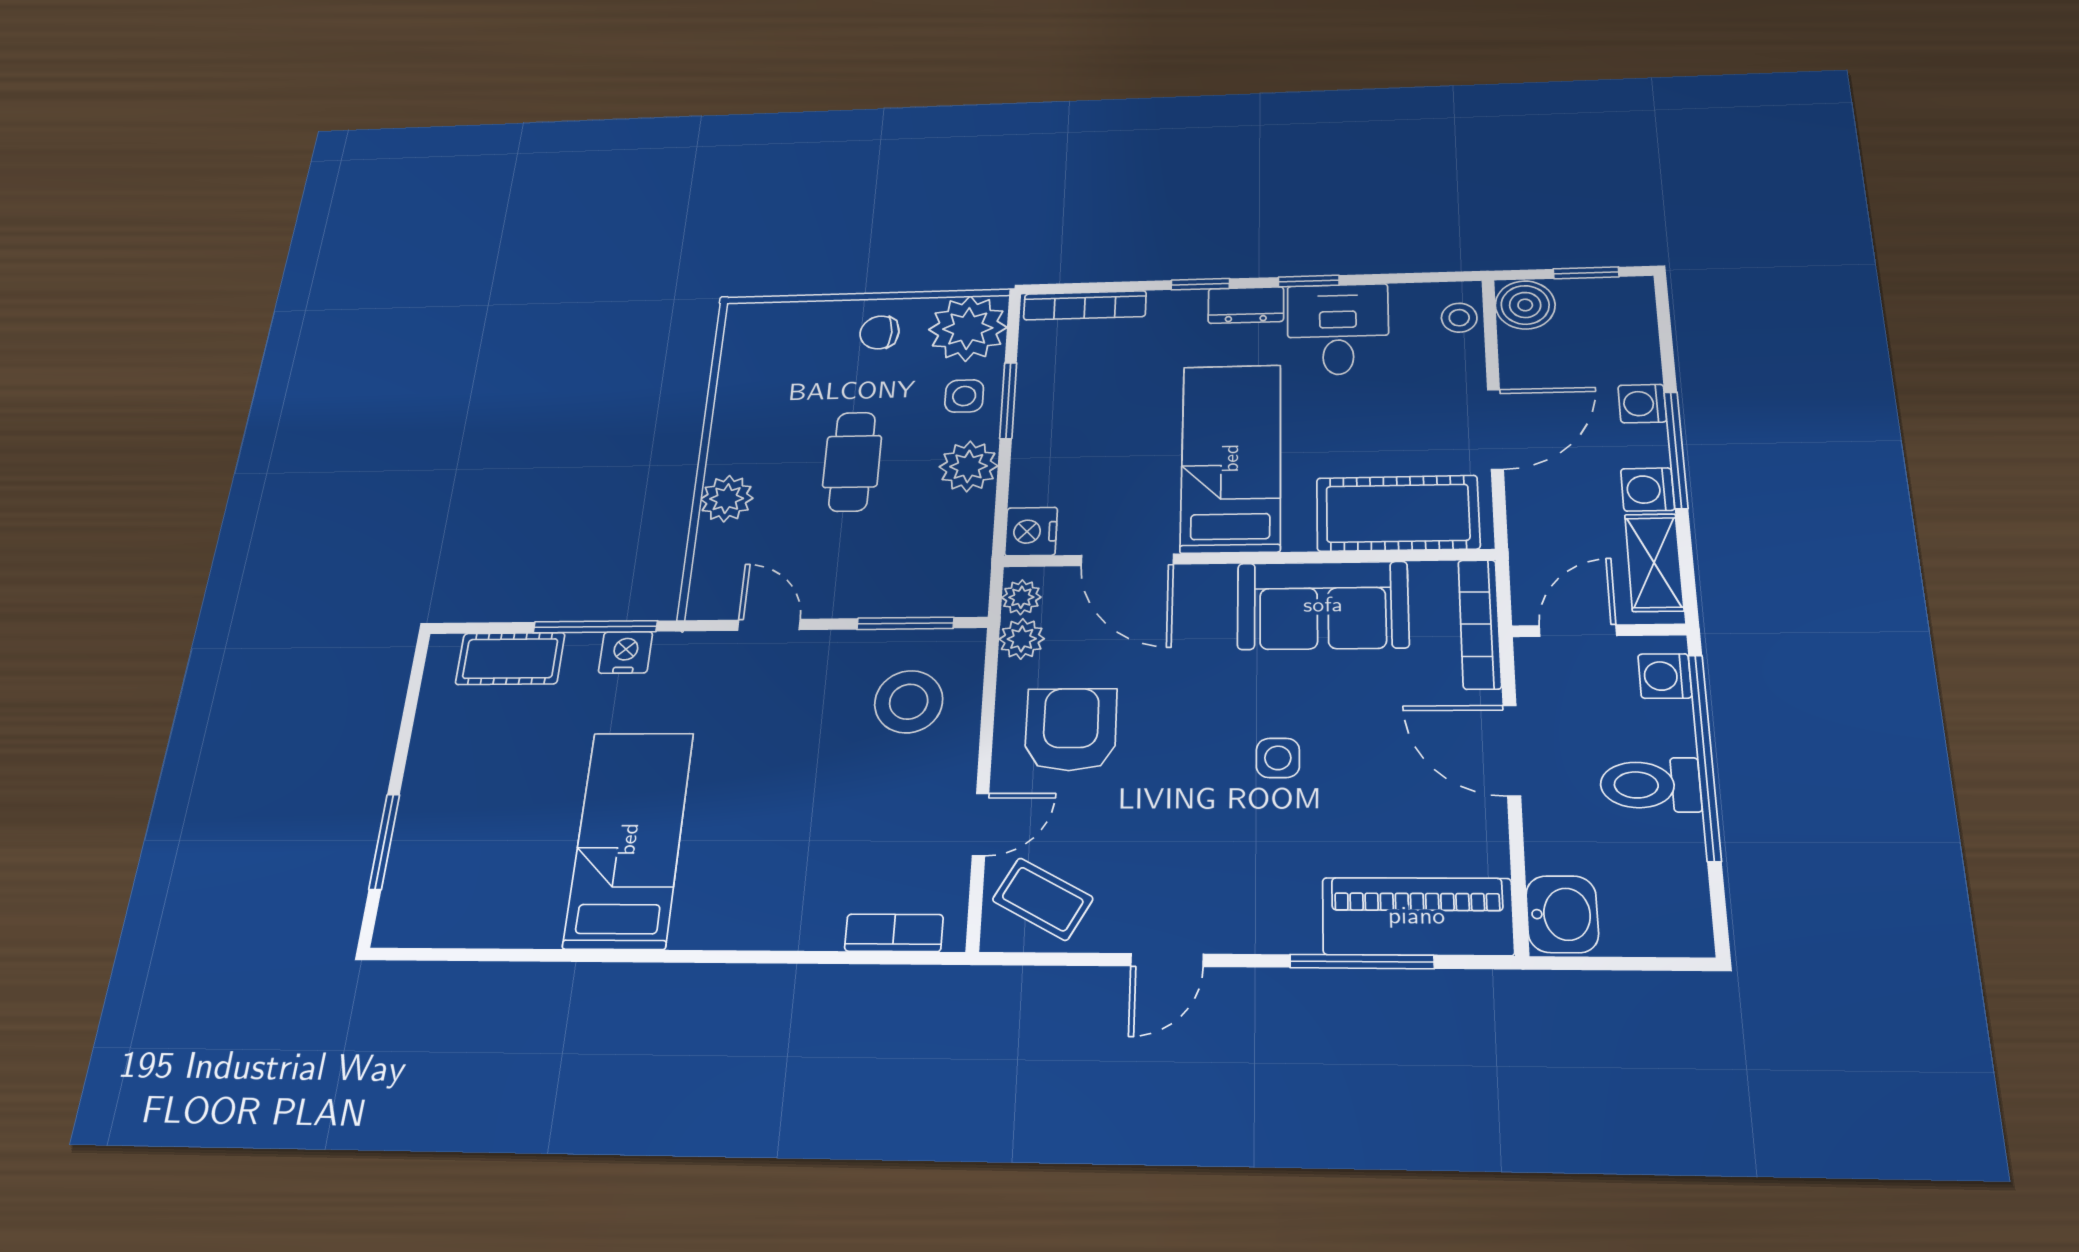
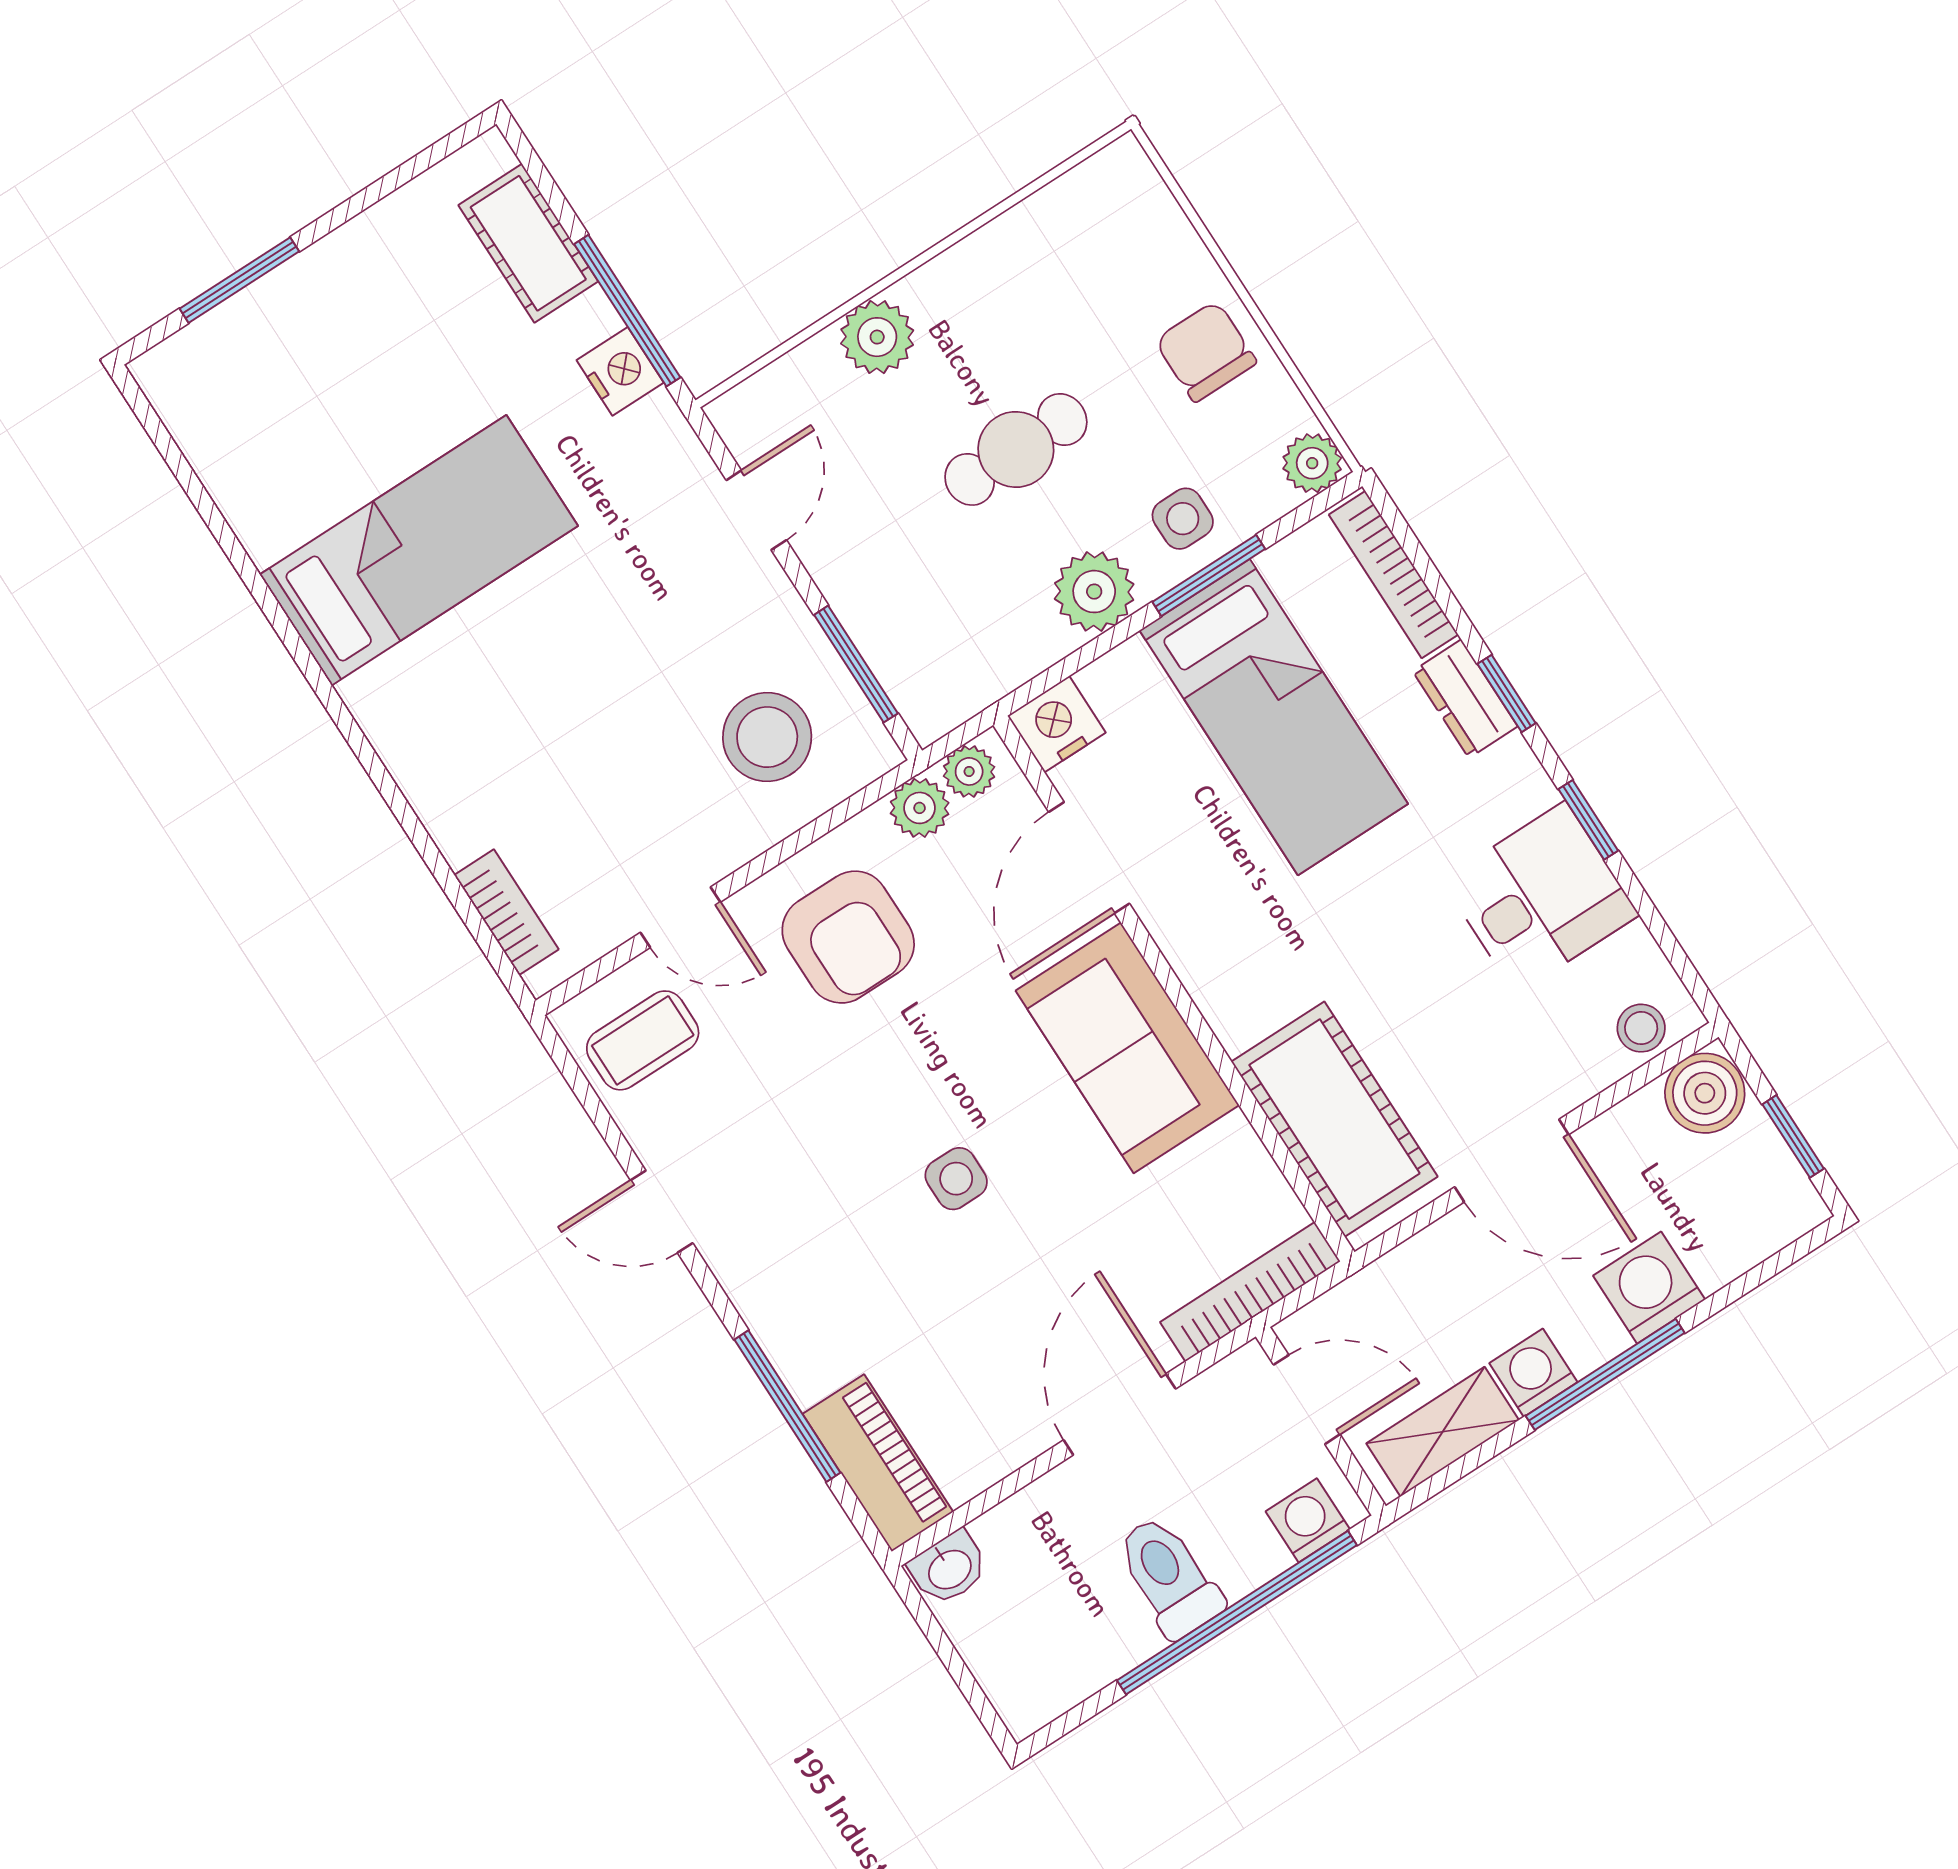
dresser: (1246, 305) -> (1465, 699), moved
plant: (968, 328) -> (1312, 463), width x0.53, depth x0.53
chair: (880, 332) -> (1206, 351), width x1.37, depth x1.37
washing machine: (1642, 404) -> (1649, 1288), width x1.38, depth x1.38
bed: (1231, 458) -> (1274, 717), moved, turned 90
sofa: (1323, 605) -> (1127, 1048), moved
armchair: (1071, 729) -> (848, 937), turned 90
coffee table: (1043, 899) -> (643, 1040), turned 61
washbasin: (1562, 914) -> (949, 1568), width x0.72, depth x0.69
piano: (1417, 916) -> (878, 1463), width x0.73, depth x0.75

